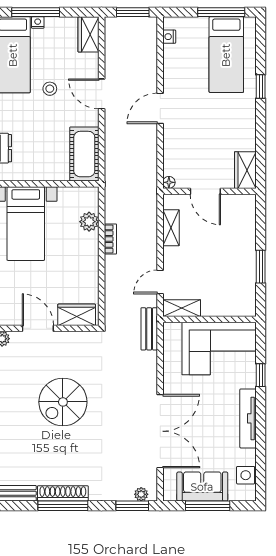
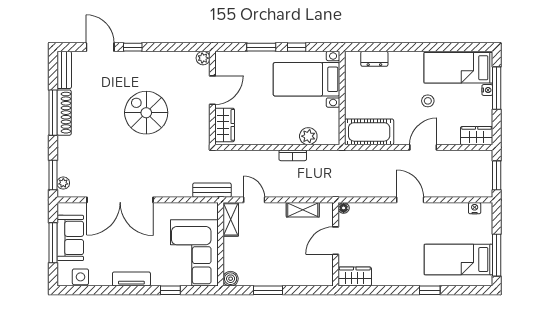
boiler: (248, 308) -> (231, 279), added
tv unit: (248, 418) -> (131, 279), width x0.71

